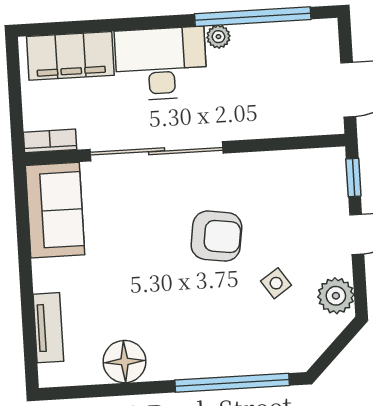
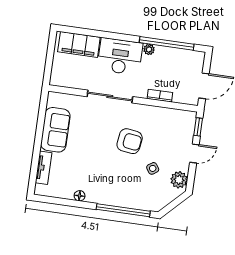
bookcase: (50, 141) -> (160, 96), moved
sliding door: (157, 151) -> (110, 97), width x0.73
sofa: (55, 210) -> (55, 130), moved
floor lamp: (124, 362) -> (80, 196), width x0.53, depth x0.53

